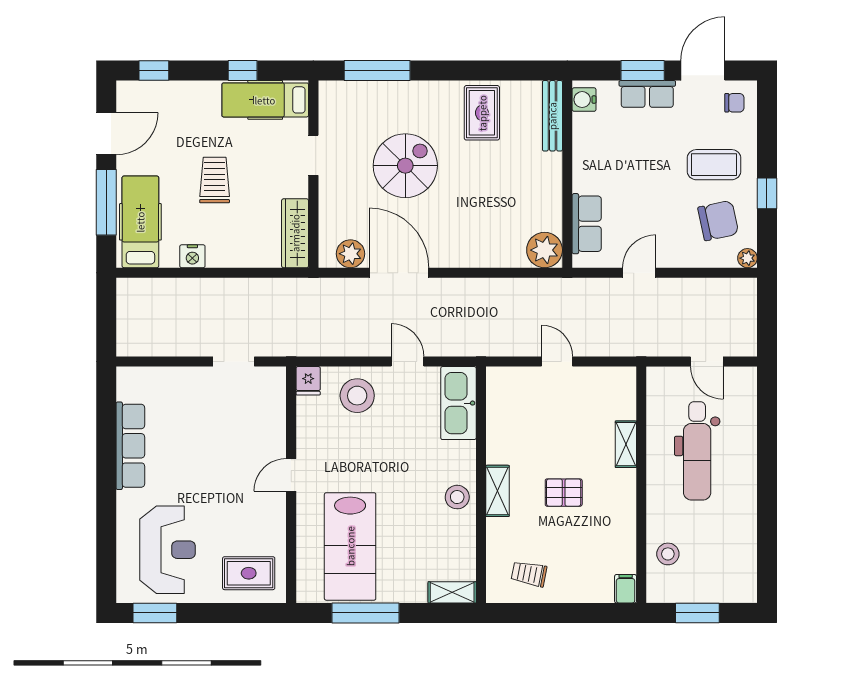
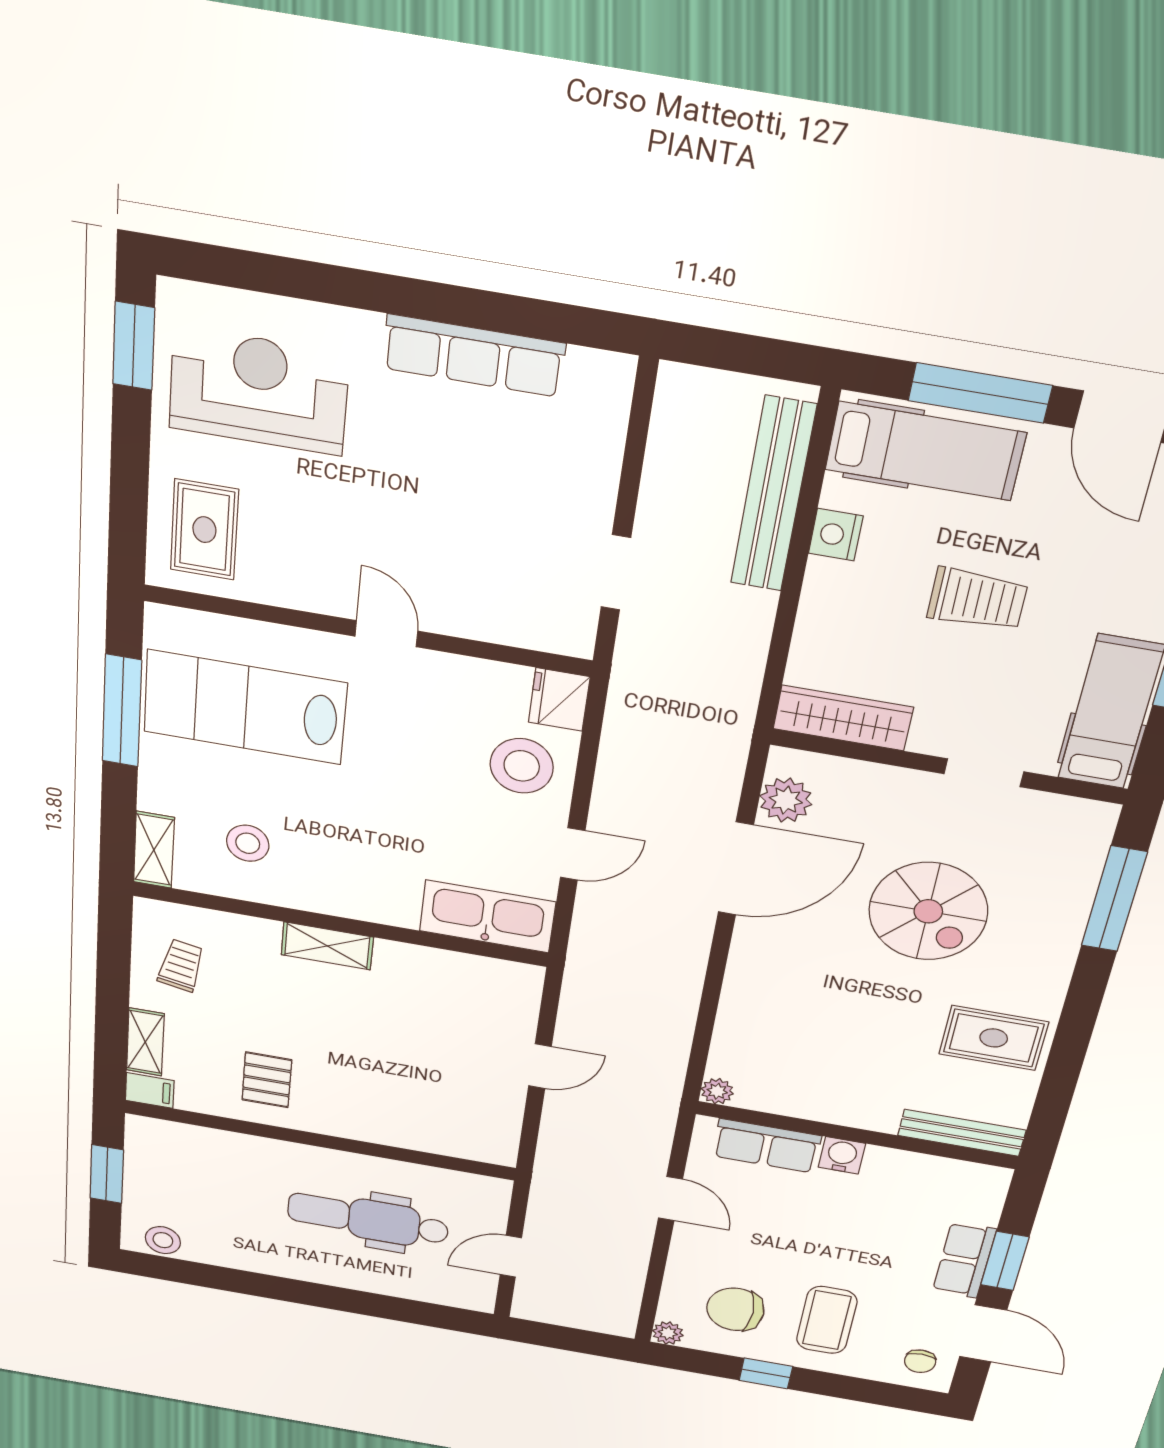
water cooler: (584, 100) -> (842, 1155), moved
chair: (718, 221) -> (735, 1309), turned 102
plant: (545, 250) -> (717, 1091), width x0.53, depth x0.53
bench: (177, 290) -> (773, 495), added
fridge: (308, 381) -> (559, 700), width x1.38
shelving: (626, 444) -> (145, 1042), moved, turned 90
pallet: (564, 493) -> (267, 1080), moved
stool: (457, 497) -> (248, 843), moved
reception desk: (167, 550) -> (259, 391), turned 180
stool: (668, 554) -> (163, 1240), moved

